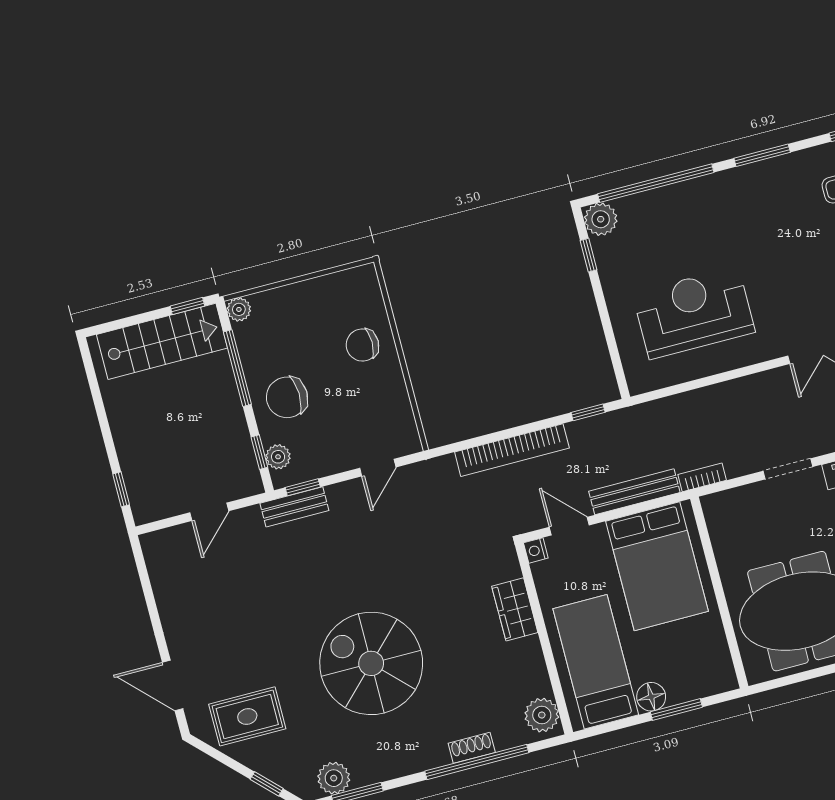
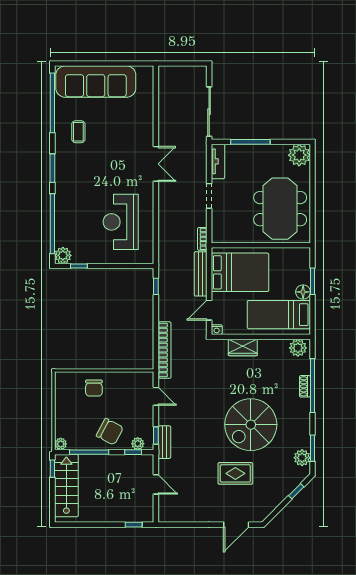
chair: (287, 397) -> (110, 432), turned -60
bookcase: (512, 450) -> (164, 350), moved
rug: (247, 716) -> (235, 473), moved, turned 90

